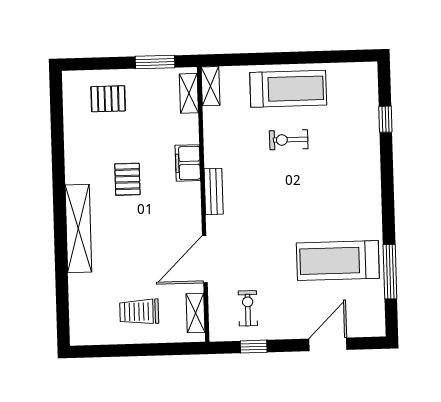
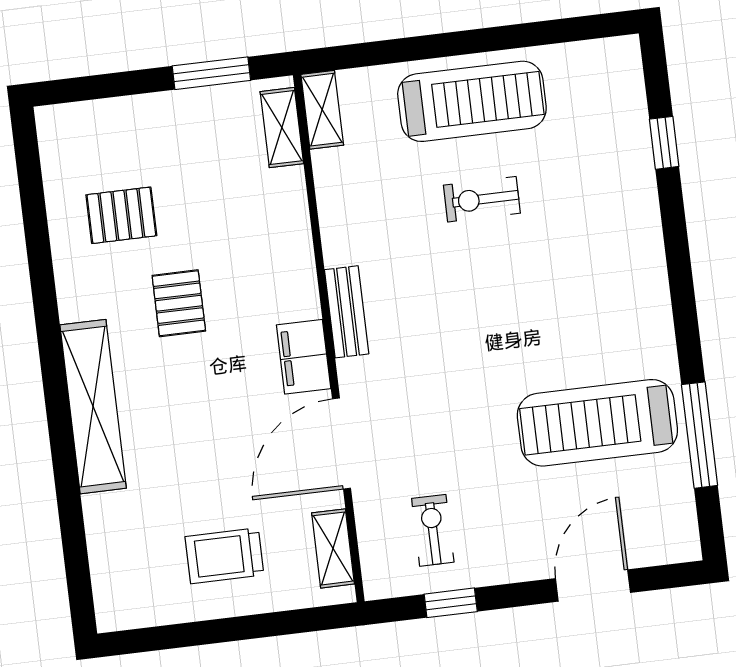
pallet: (108, 99) -> (121, 215), moved
filing cabinet: (188, 163) -> (304, 357), moved

